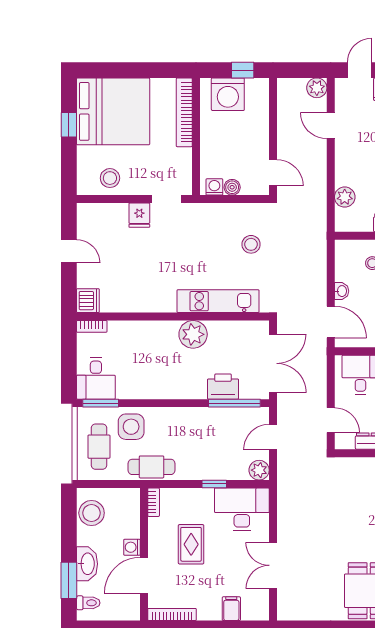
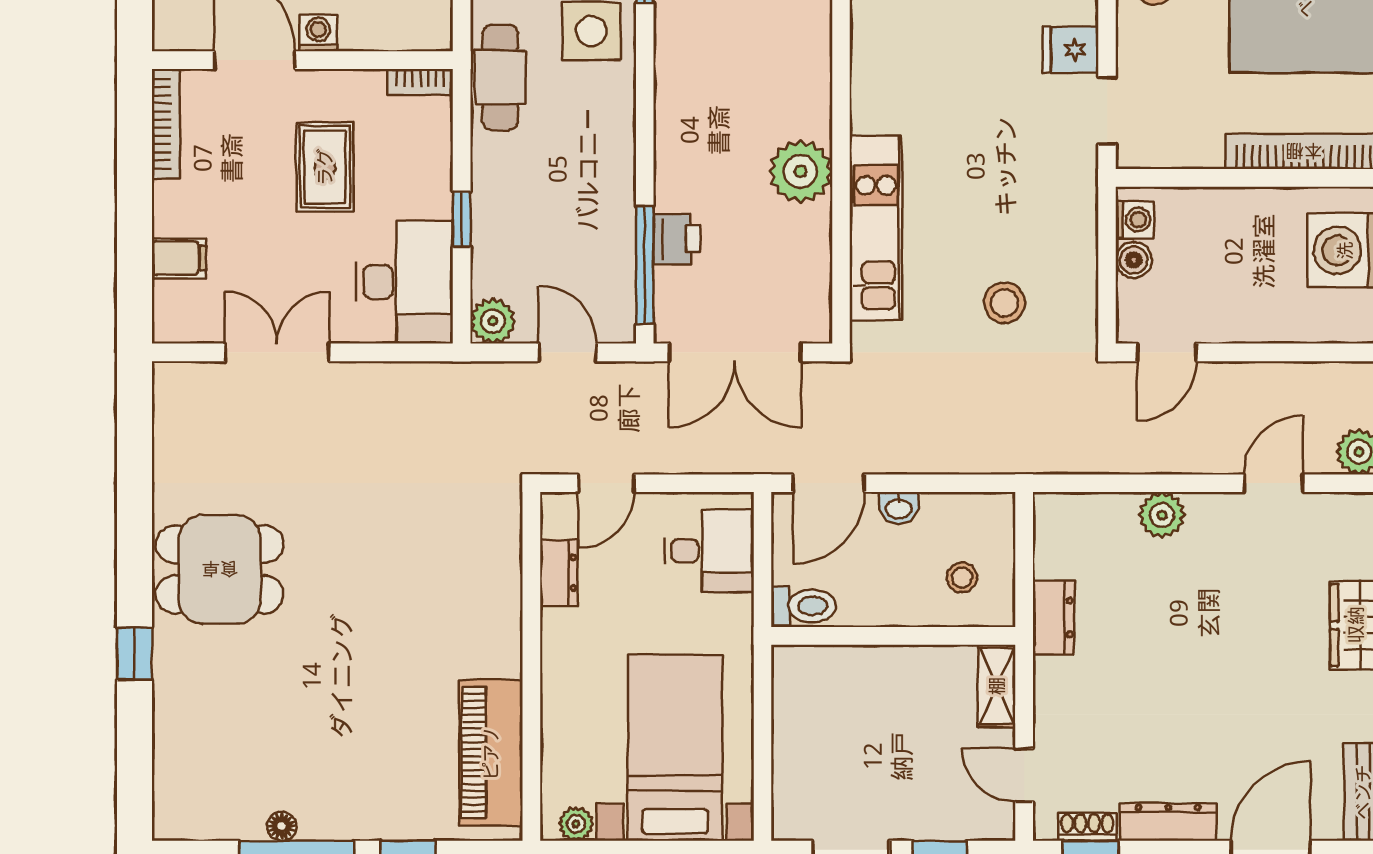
plant: (345, 197) -> (1162, 515), moved
printer: (223, 387) -> (677, 239), width x0.73, depth x0.81
rug: (191, 544) -> (325, 167), turned 90

